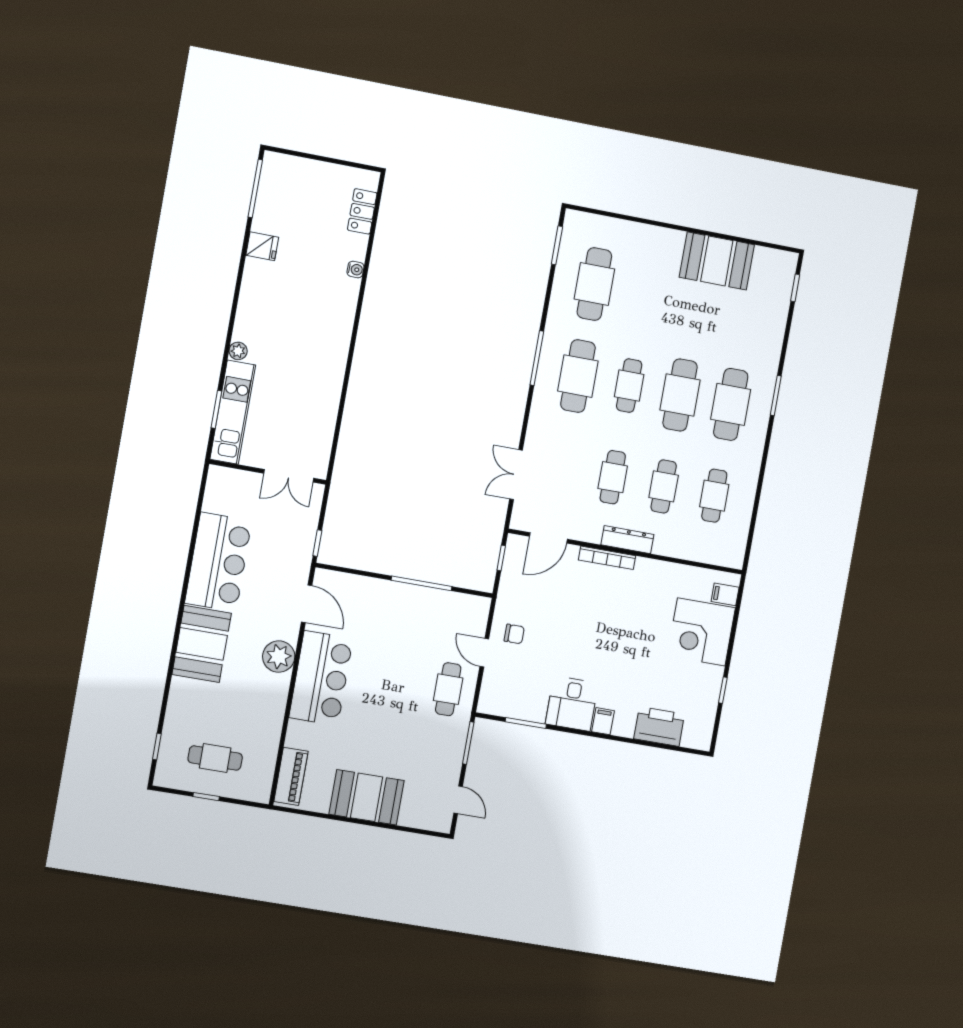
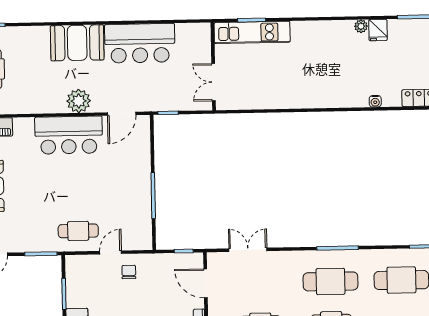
plant: (238, 351) -> (361, 26), moved
chair: (514, 634) -> (129, 272), turned 180

